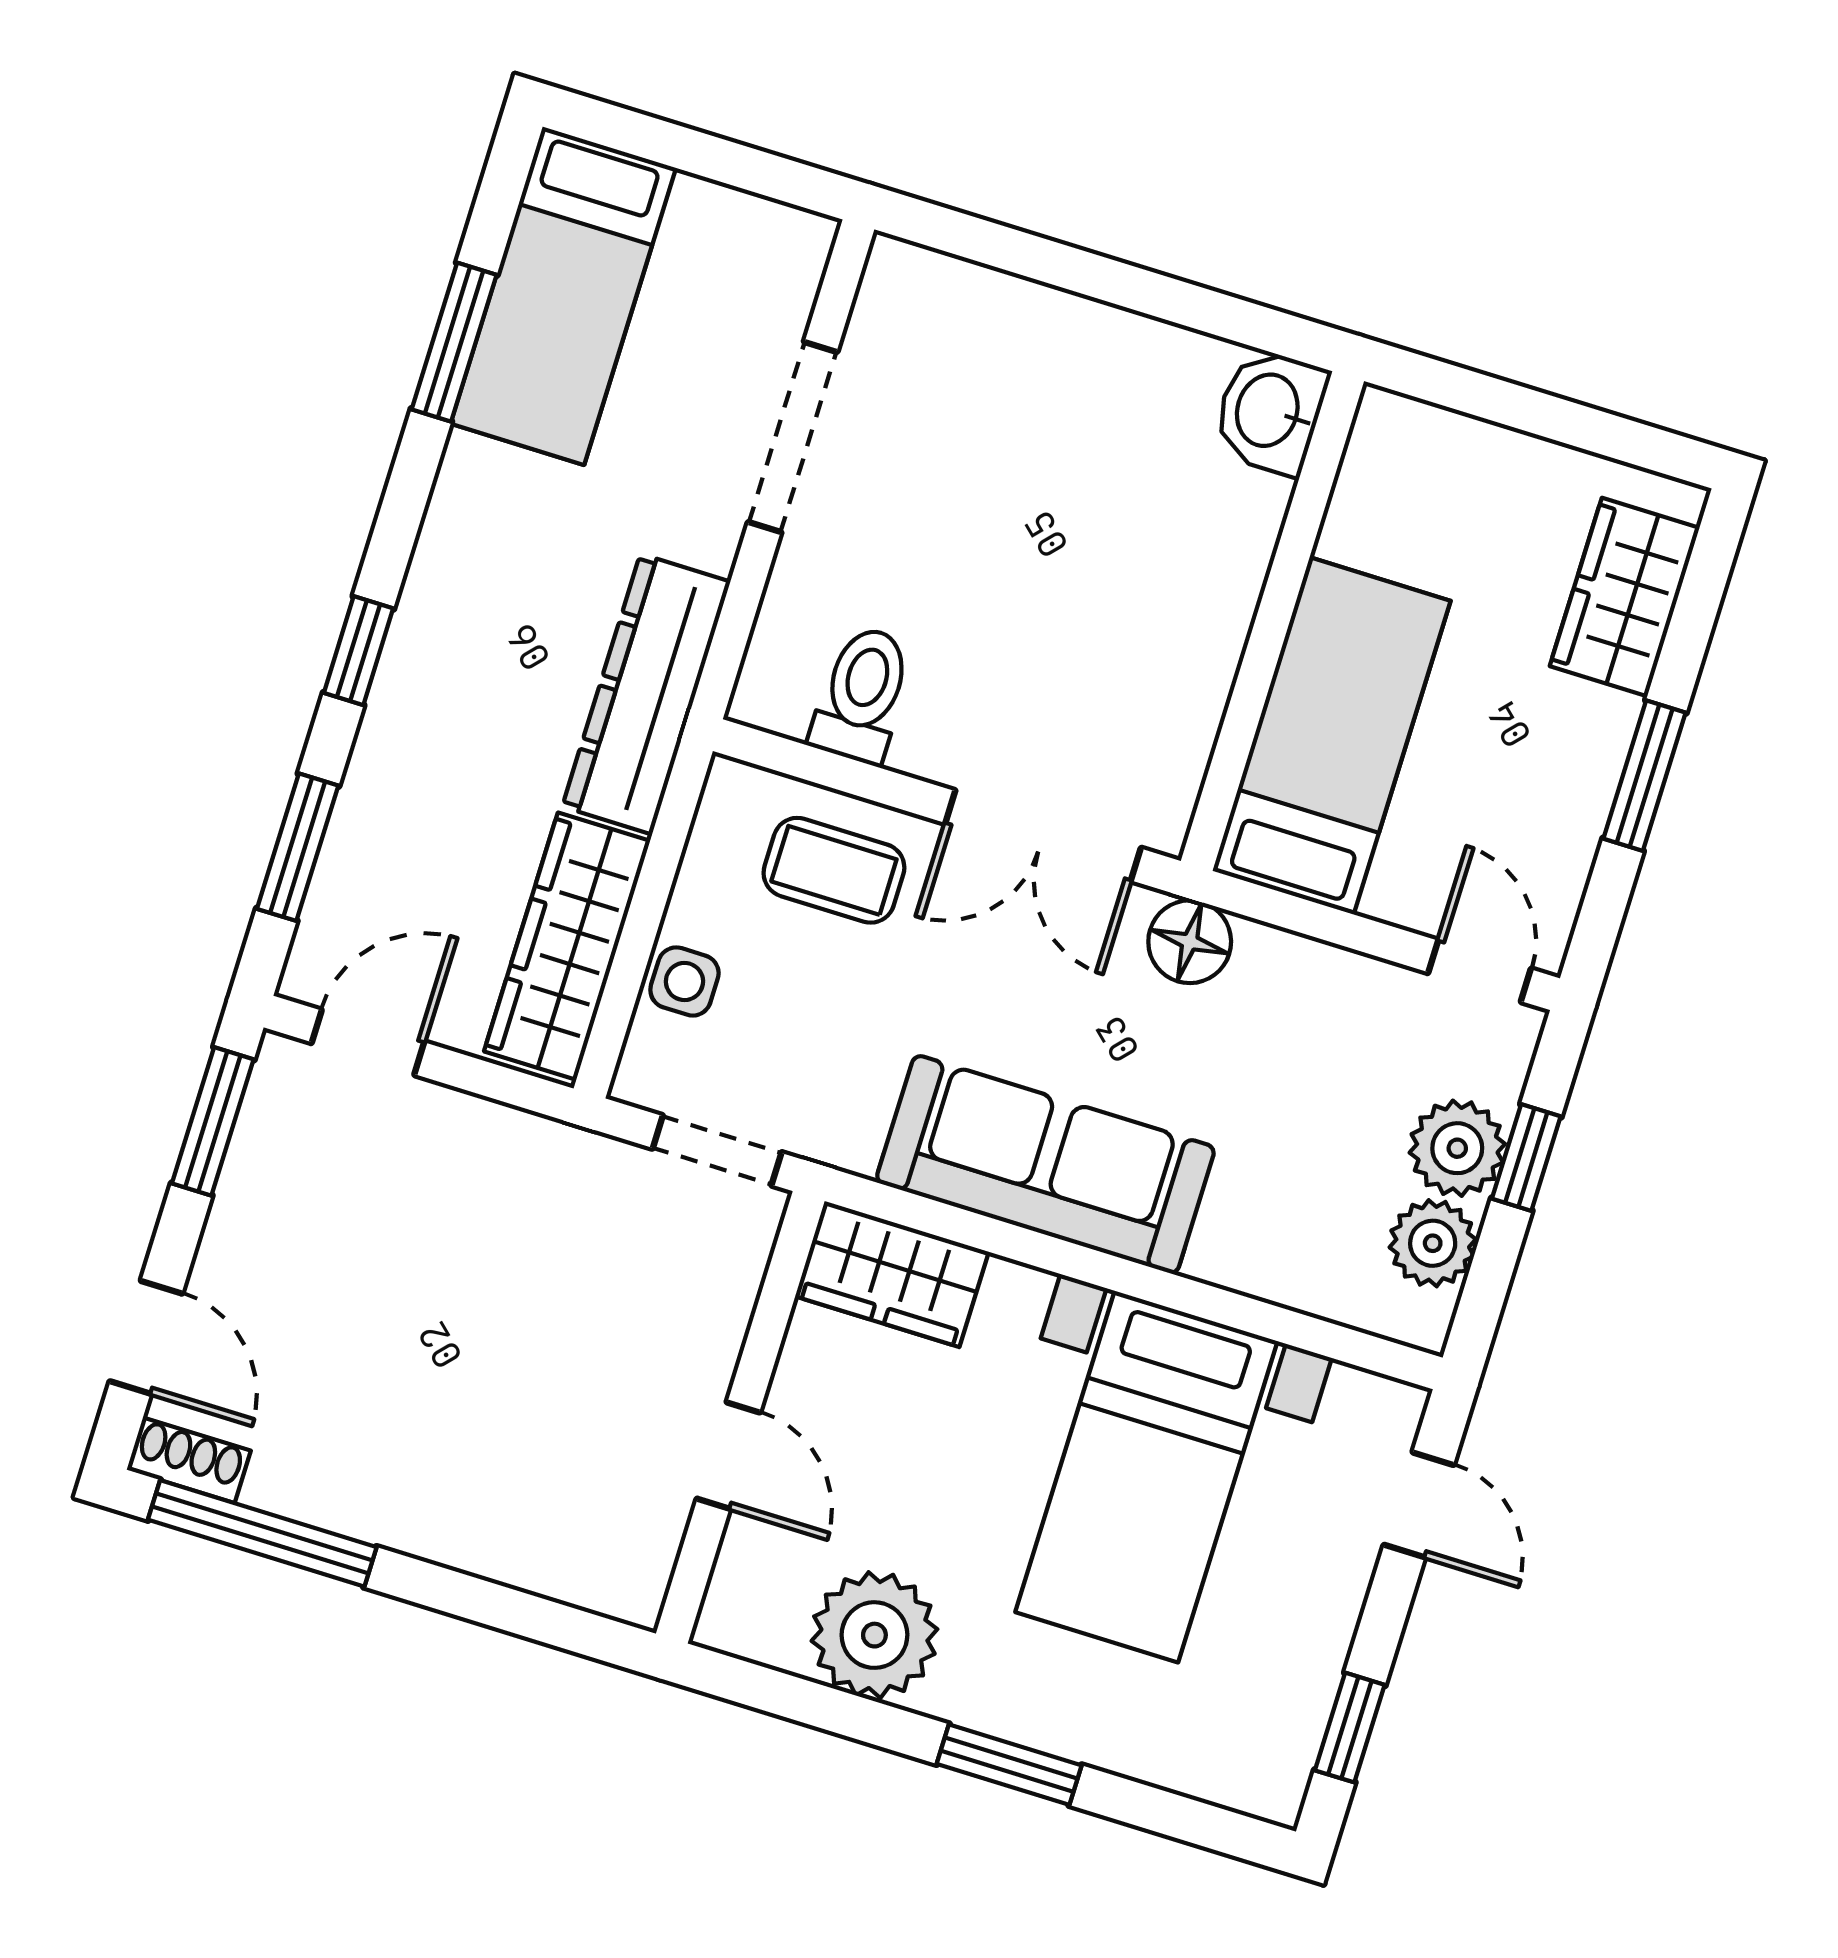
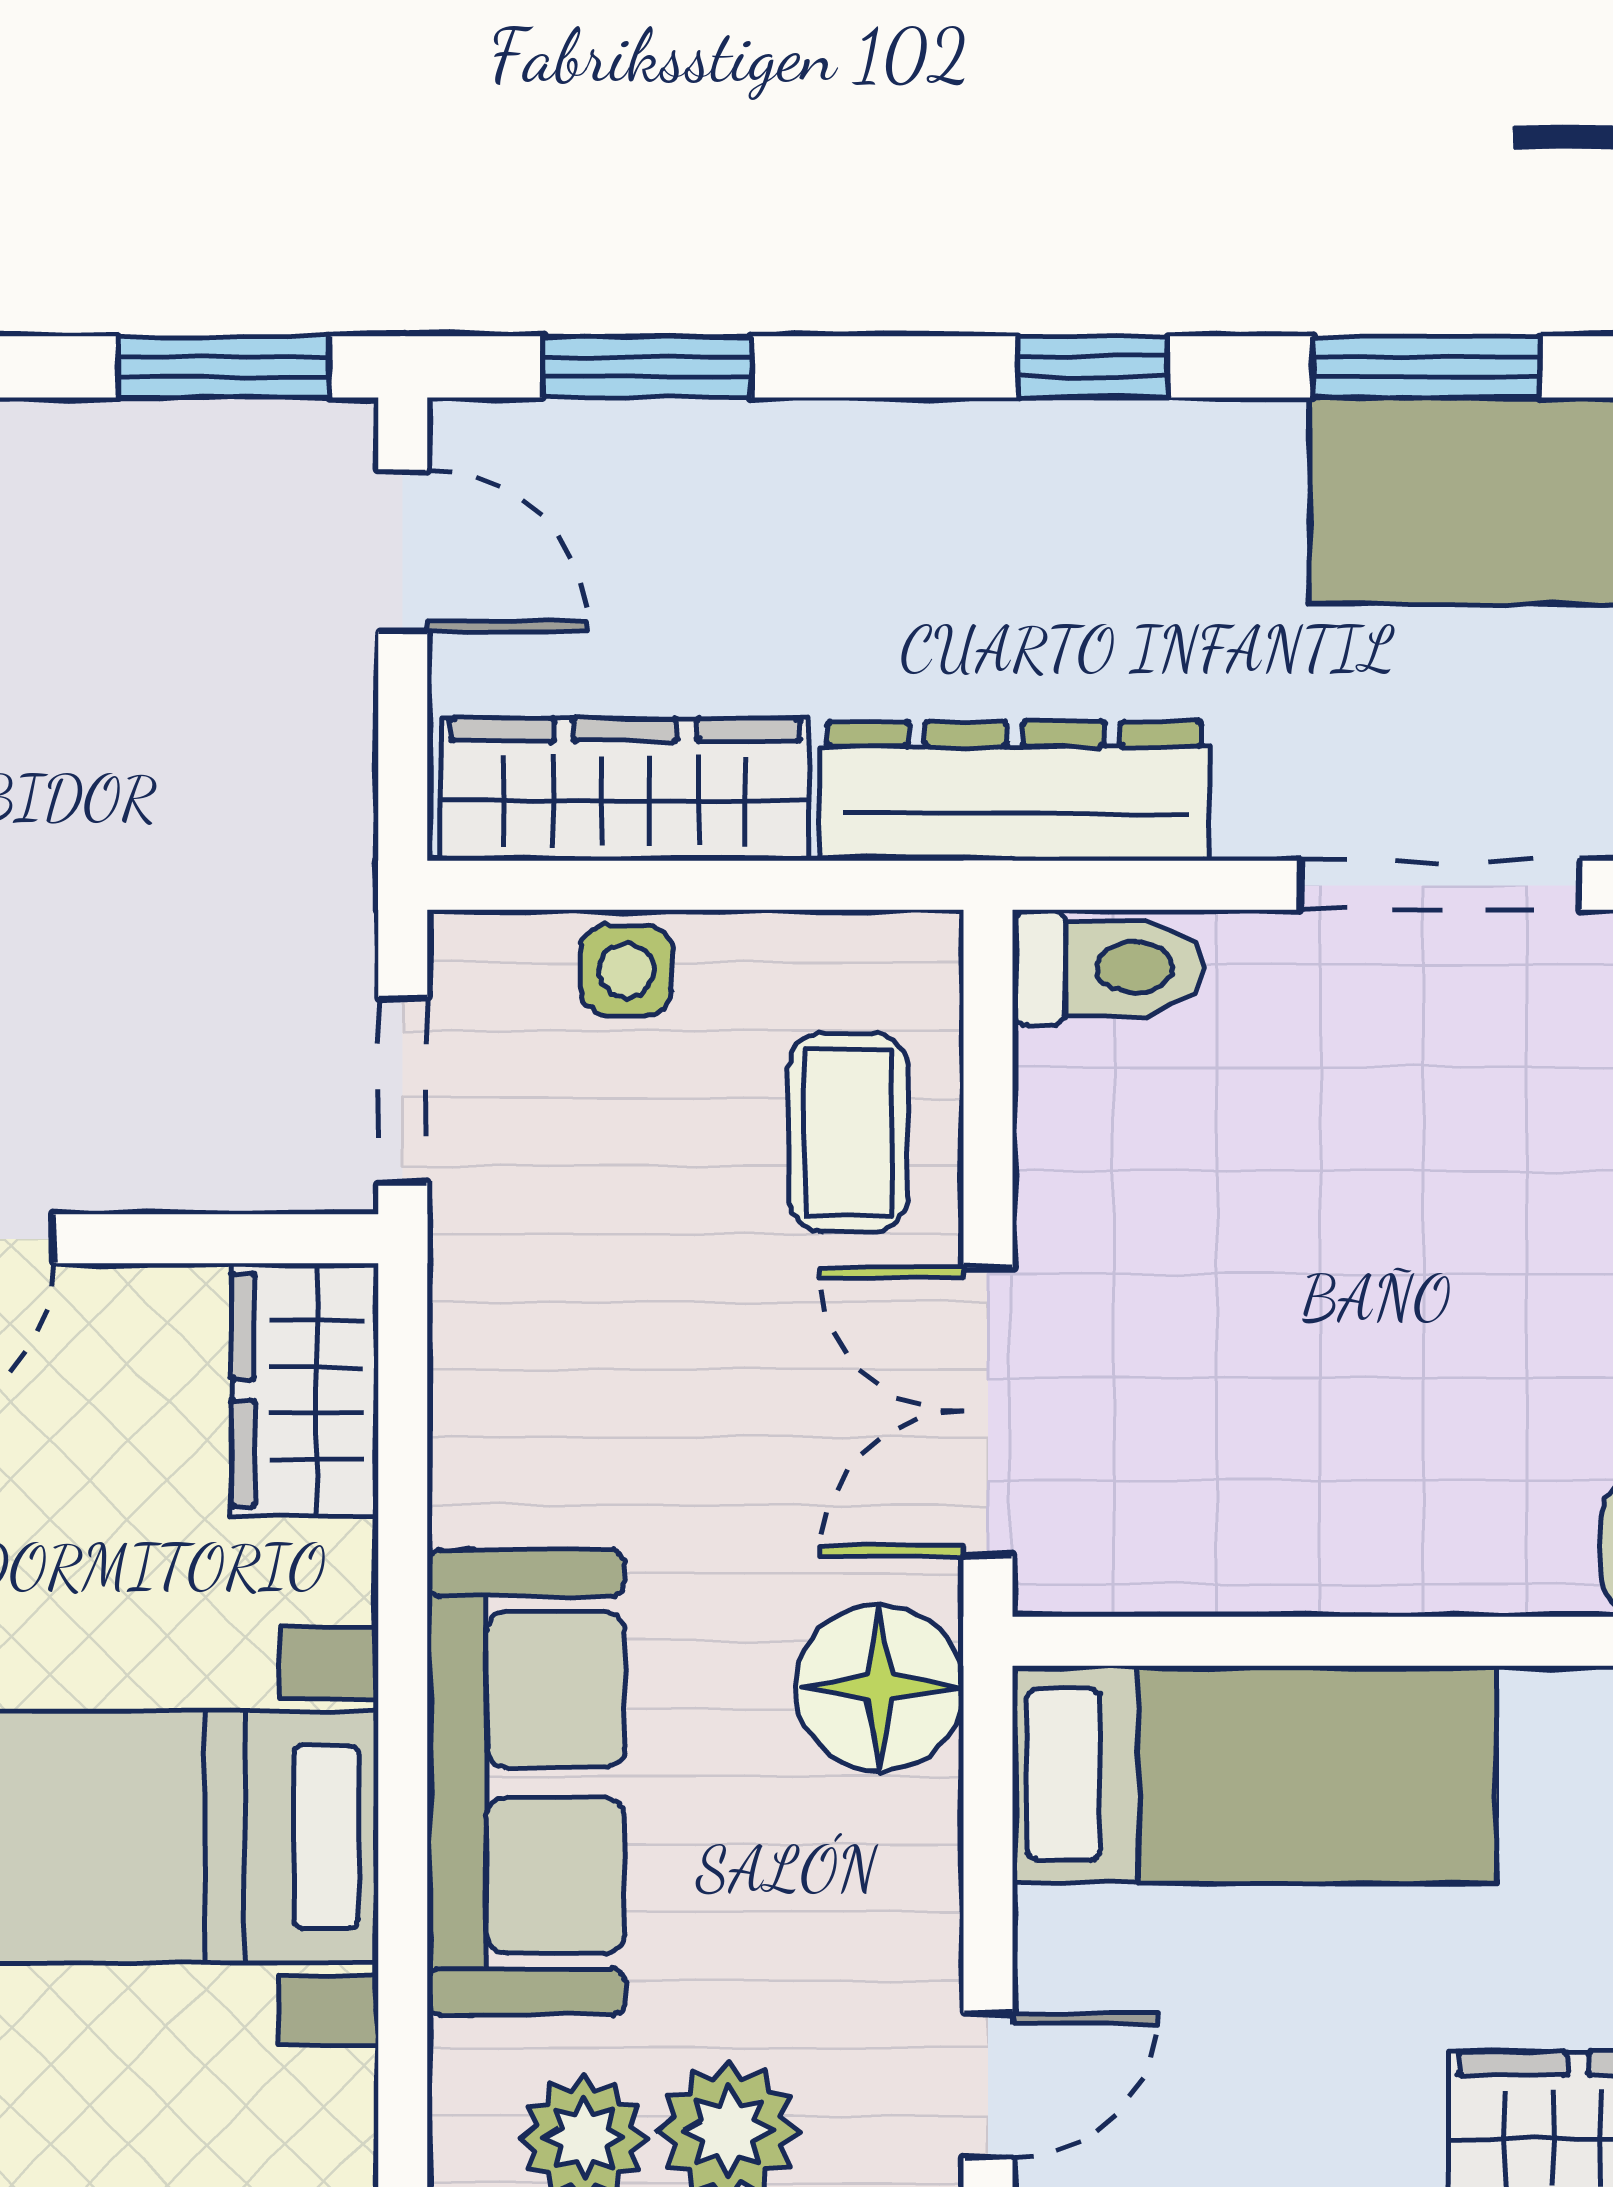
window: (359, 651) -> (1093, 367), moved
toilet: (862, 695) -> (1108, 967), moved
floor lamp: (1190, 942) -> (880, 1687), width x1.38, depth x1.38
sofa: (1045, 1165) -> (526, 1782), moved

